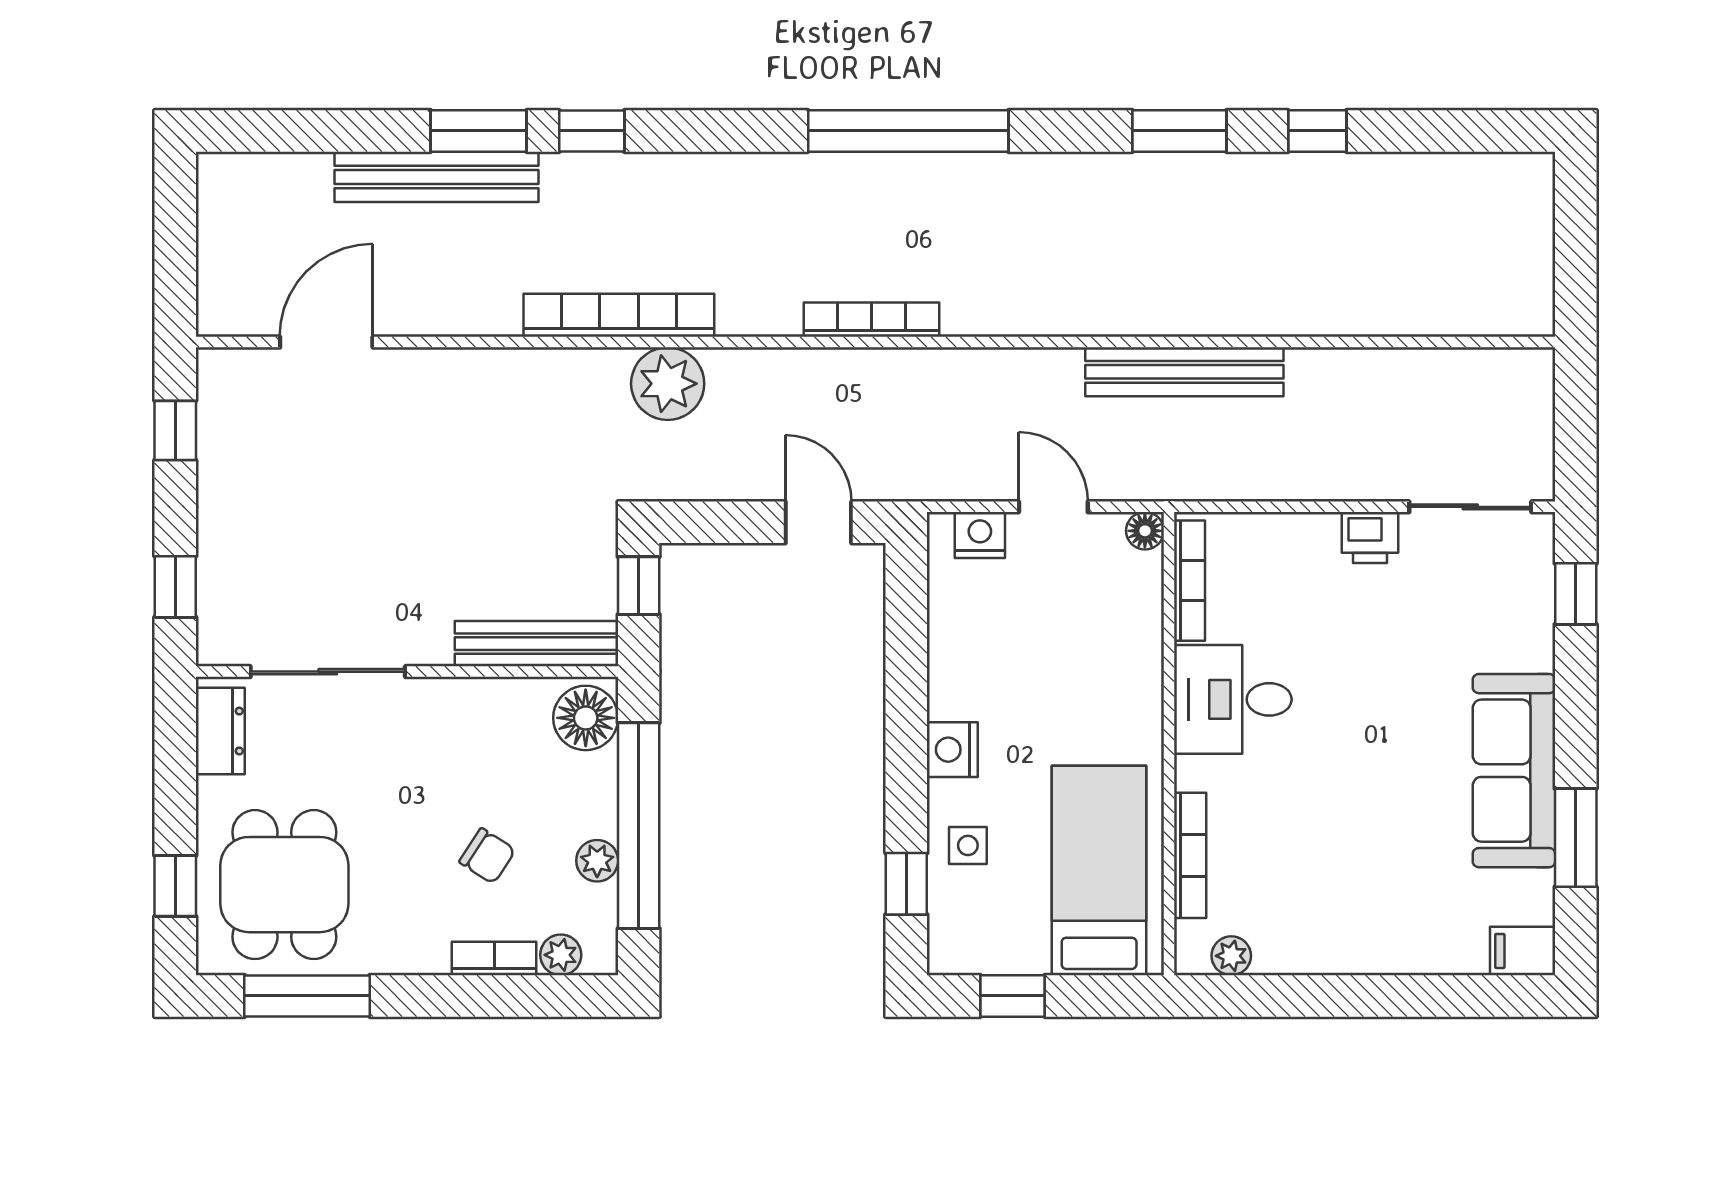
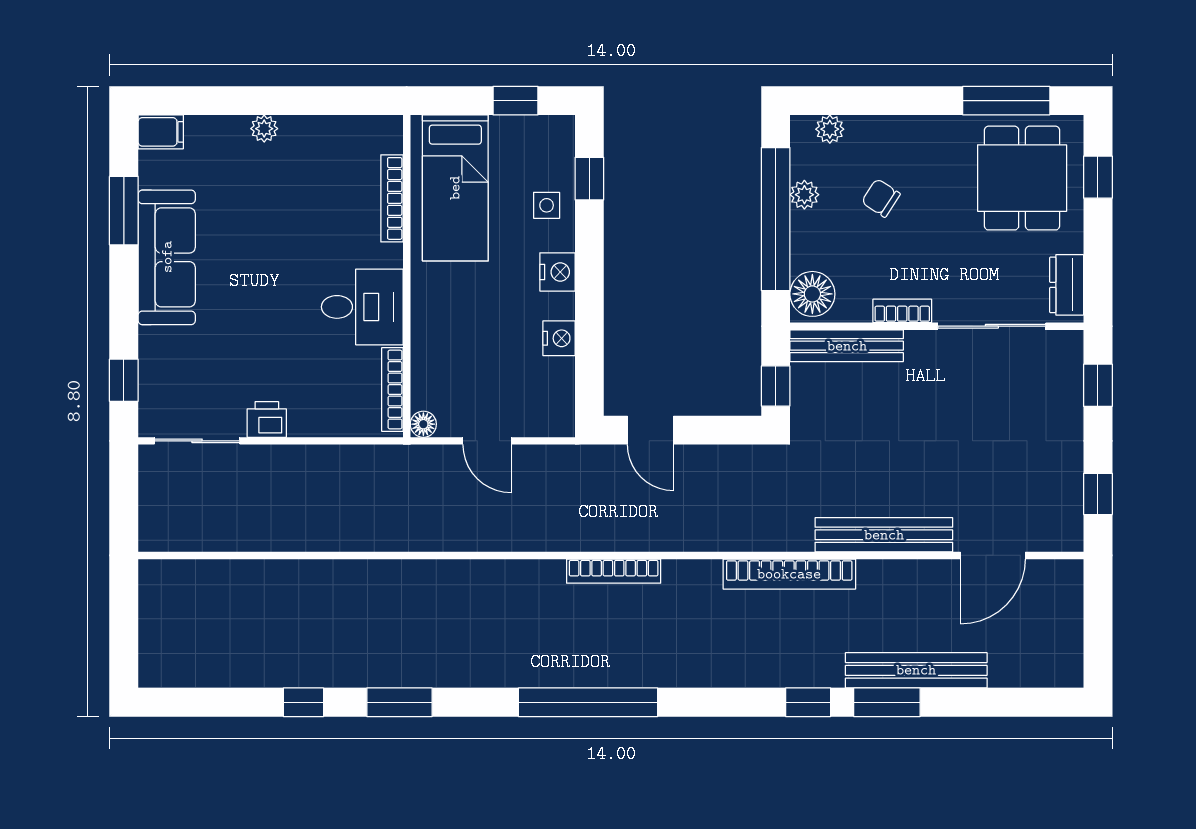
bench: (1184, 372) -> (884, 535), moved
plant: (668, 384) -> (755, 527), removed
nightstand: (980, 535) -> (559, 338), moved, turned -90
plant: (1231, 956) -> (264, 129), moved
bookcase: (494, 959) -> (902, 311), moved, turned 180

